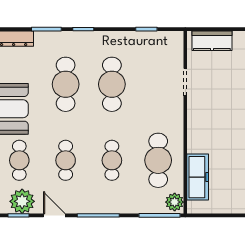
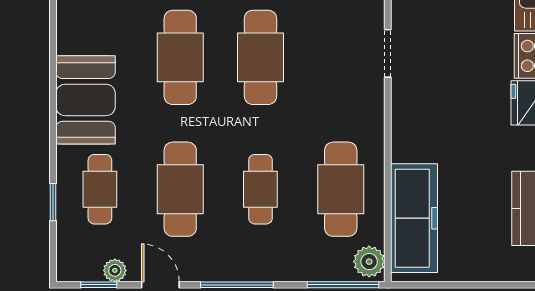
cafe table: (66, 160) -> (180, 189), width x1.37, depth x1.35
freezer: (198, 177) -> (414, 218), width x1.36, depth x1.26
plant: (22, 201) -> (115, 270), width x0.53, depth x0.53

